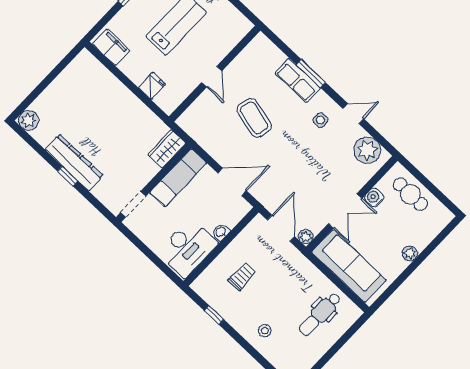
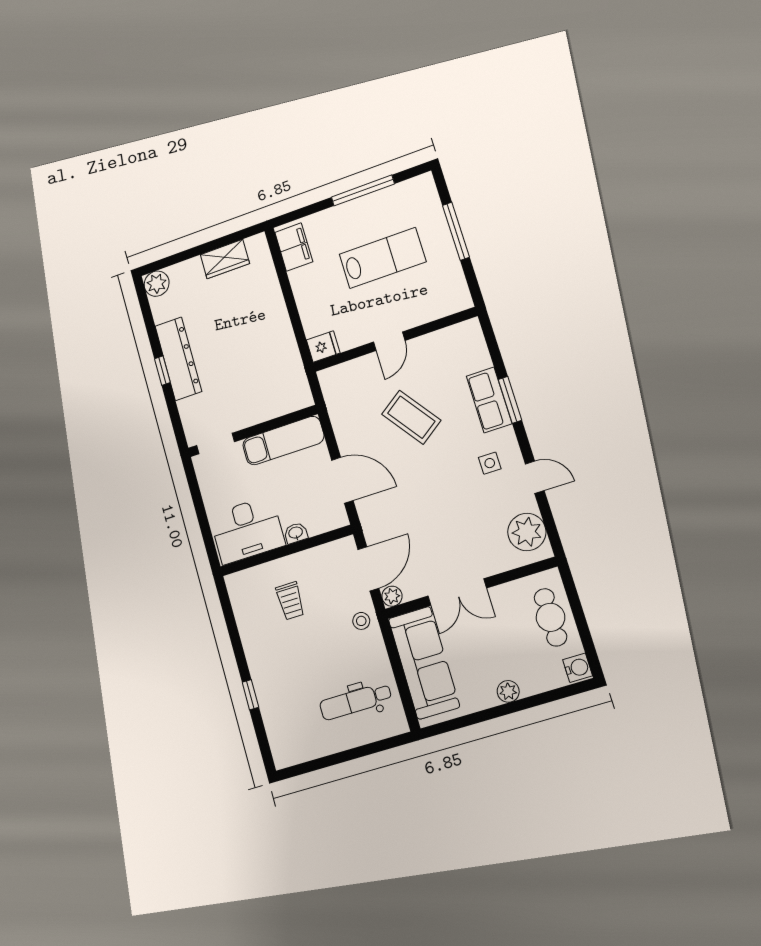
fridge: (152, 86) -> (323, 347), moved
coffee table: (254, 118) -> (411, 417), turned -49
wardrobe: (167, 149) -> (225, 259), moved, turned 180
water cooler: (374, 198) -> (578, 668), moved, turned 90
trolley: (242, 277) -> (290, 601), turned 90
window: (214, 315) -> (250, 695), moved
stool: (265, 331) -> (361, 621), moved

